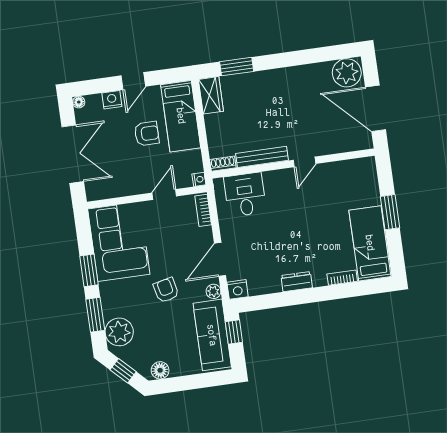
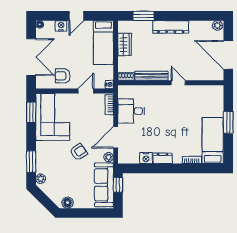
plant: (347, 73) -> (217, 25), width x0.53, depth x0.53
dresser: (281, 78) -> (171, 27), added
wardrobe: (211, 95) -> (125, 45), moved
armchair: (147, 134) -> (63, 76), moved, turned 180
door: (305, 162) -> (178, 83), swing flipped
desk: (245, 195) -> (131, 111), moved, turned -90
window: (89, 270) -> (31, 112), moved
nightstand: (238, 289) -> (146, 158), moved
armchair: (166, 290) -> (79, 152), turned 68
plant: (119, 332) -> (41, 179), width x0.53, depth x0.53
window: (123, 371) -> (44, 200), removed

